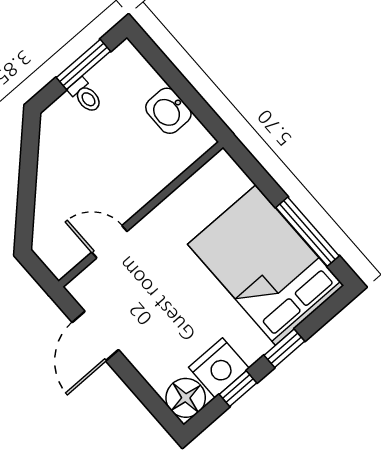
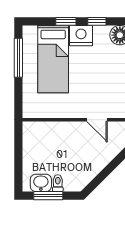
washbasin: (168, 111) -> (41, 183), moved, turned -90
bed: (266, 265) -> (53, 59), width x0.67
nightstand: (219, 368) -> (81, 36), moved

